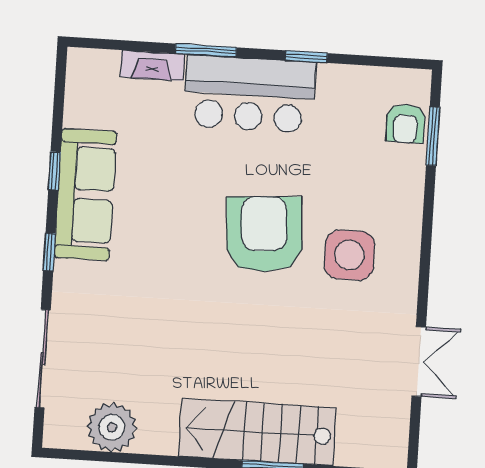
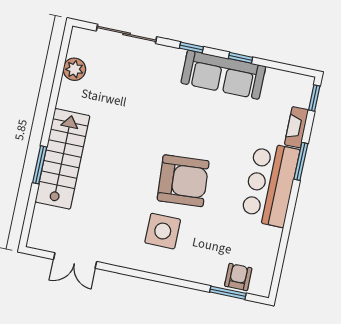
window: (306, 57) -> (314, 98), moved
armchair: (405, 124) -> (238, 277), turned 90
double door: (419, 362) -> (75, 261), moved
plant: (112, 427) -> (74, 69), width x0.73, depth x0.73

